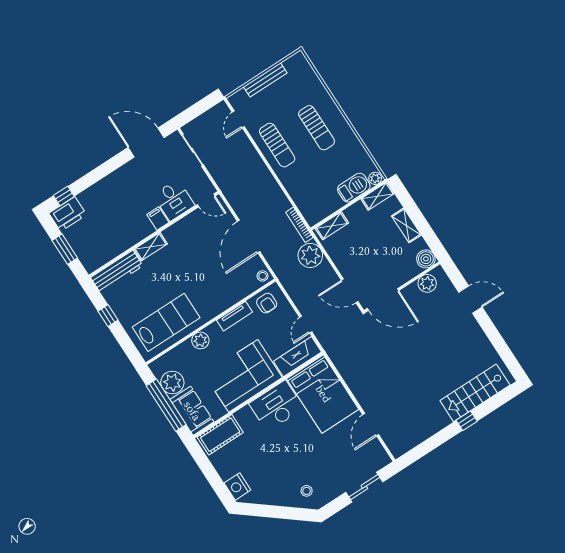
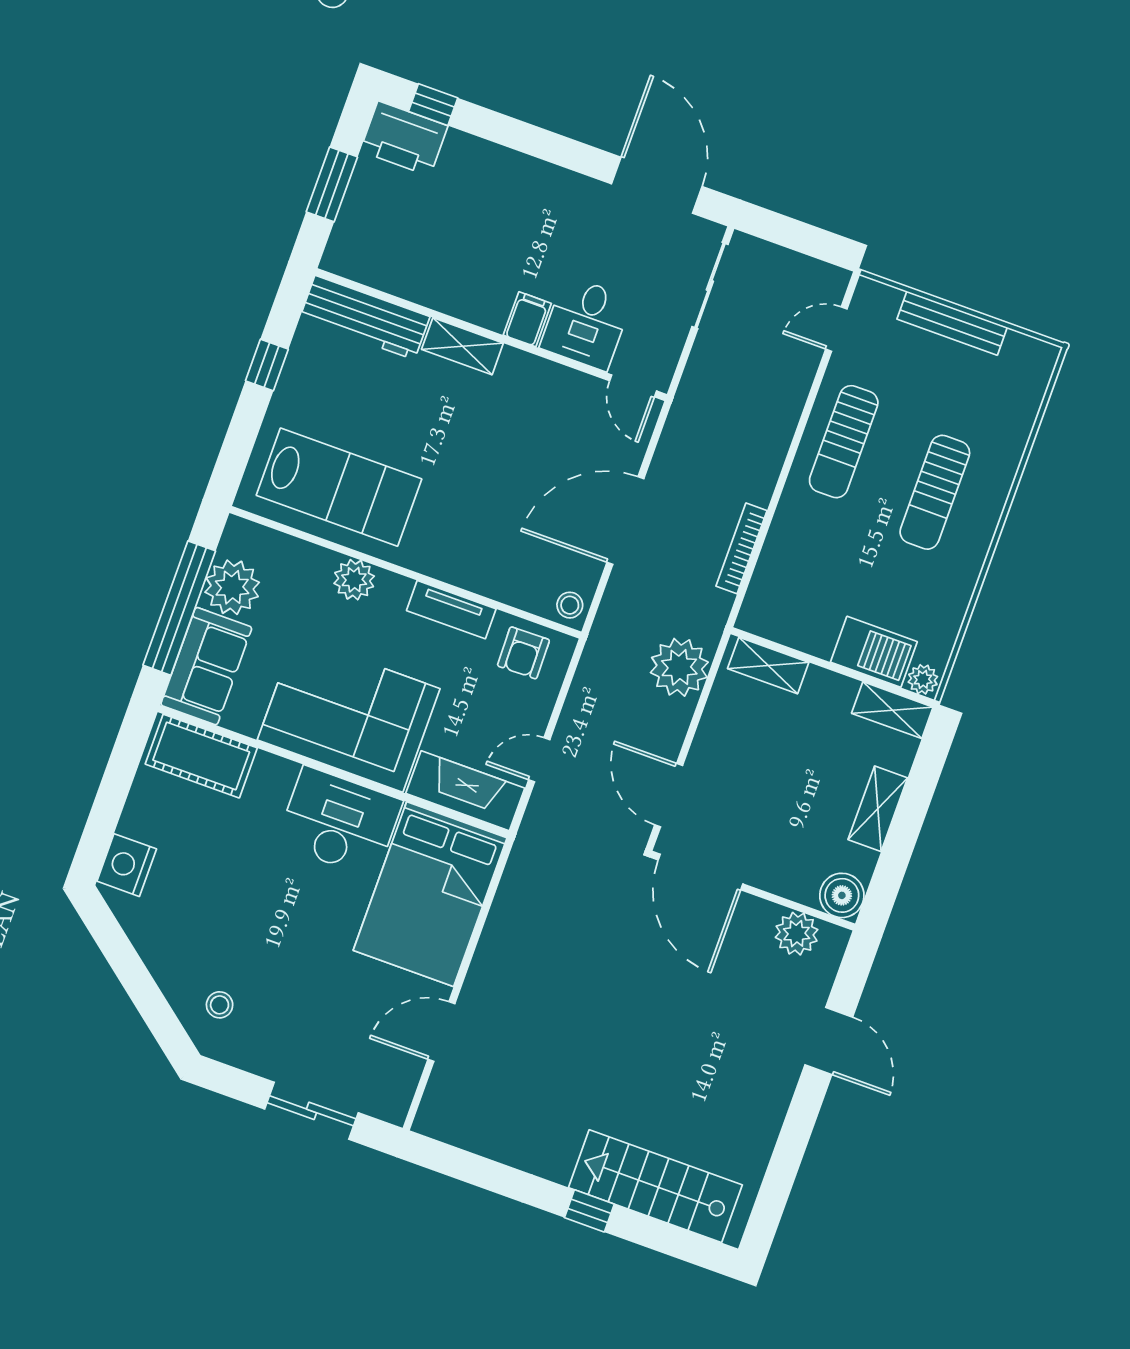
bookcase: (299, 225) -> (741, 548), moved

